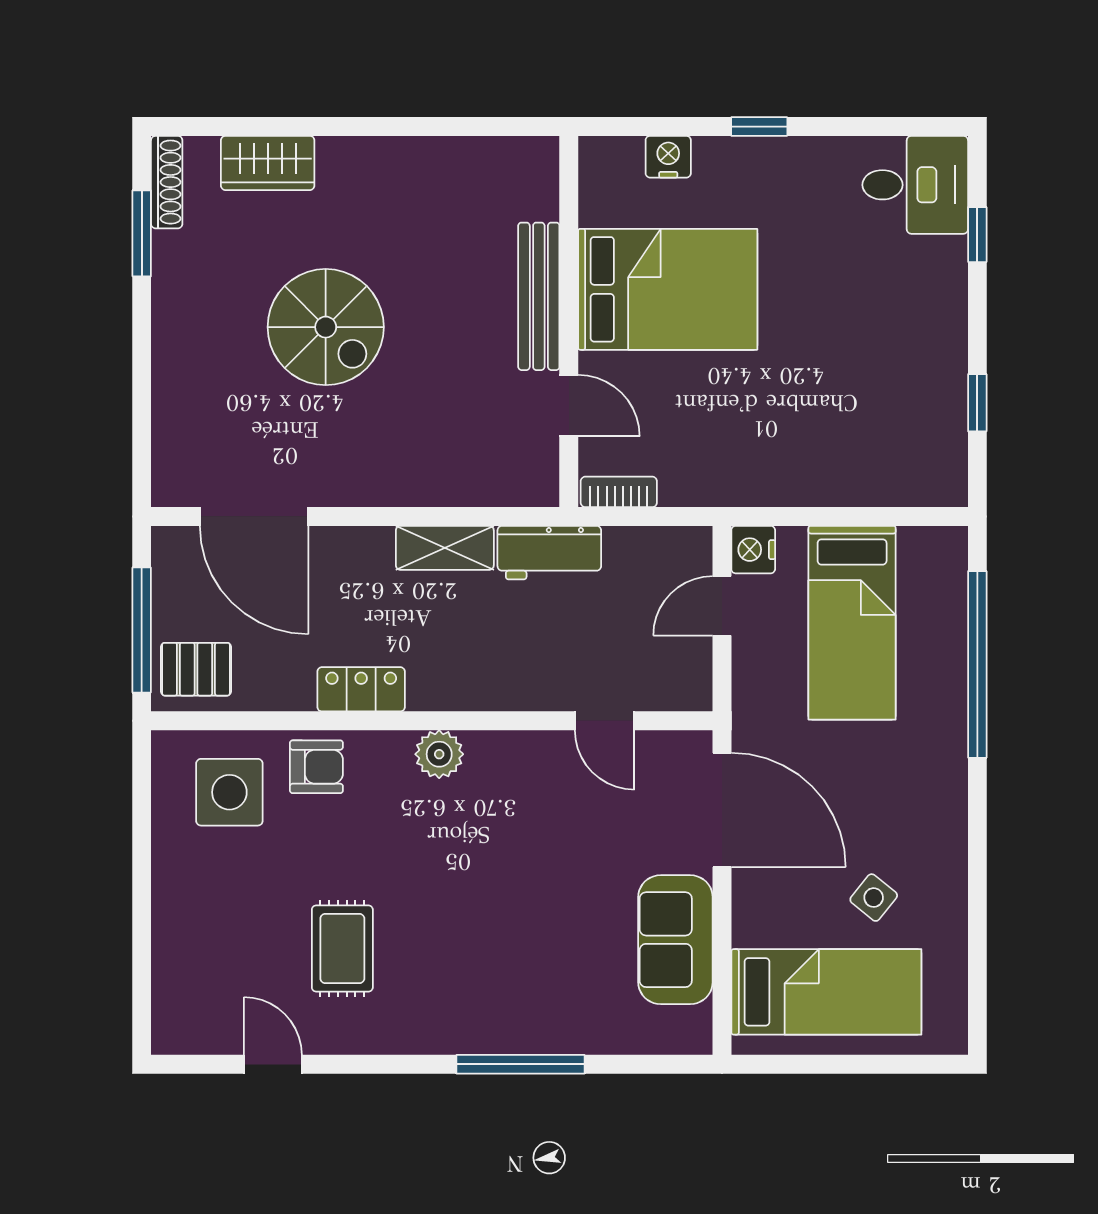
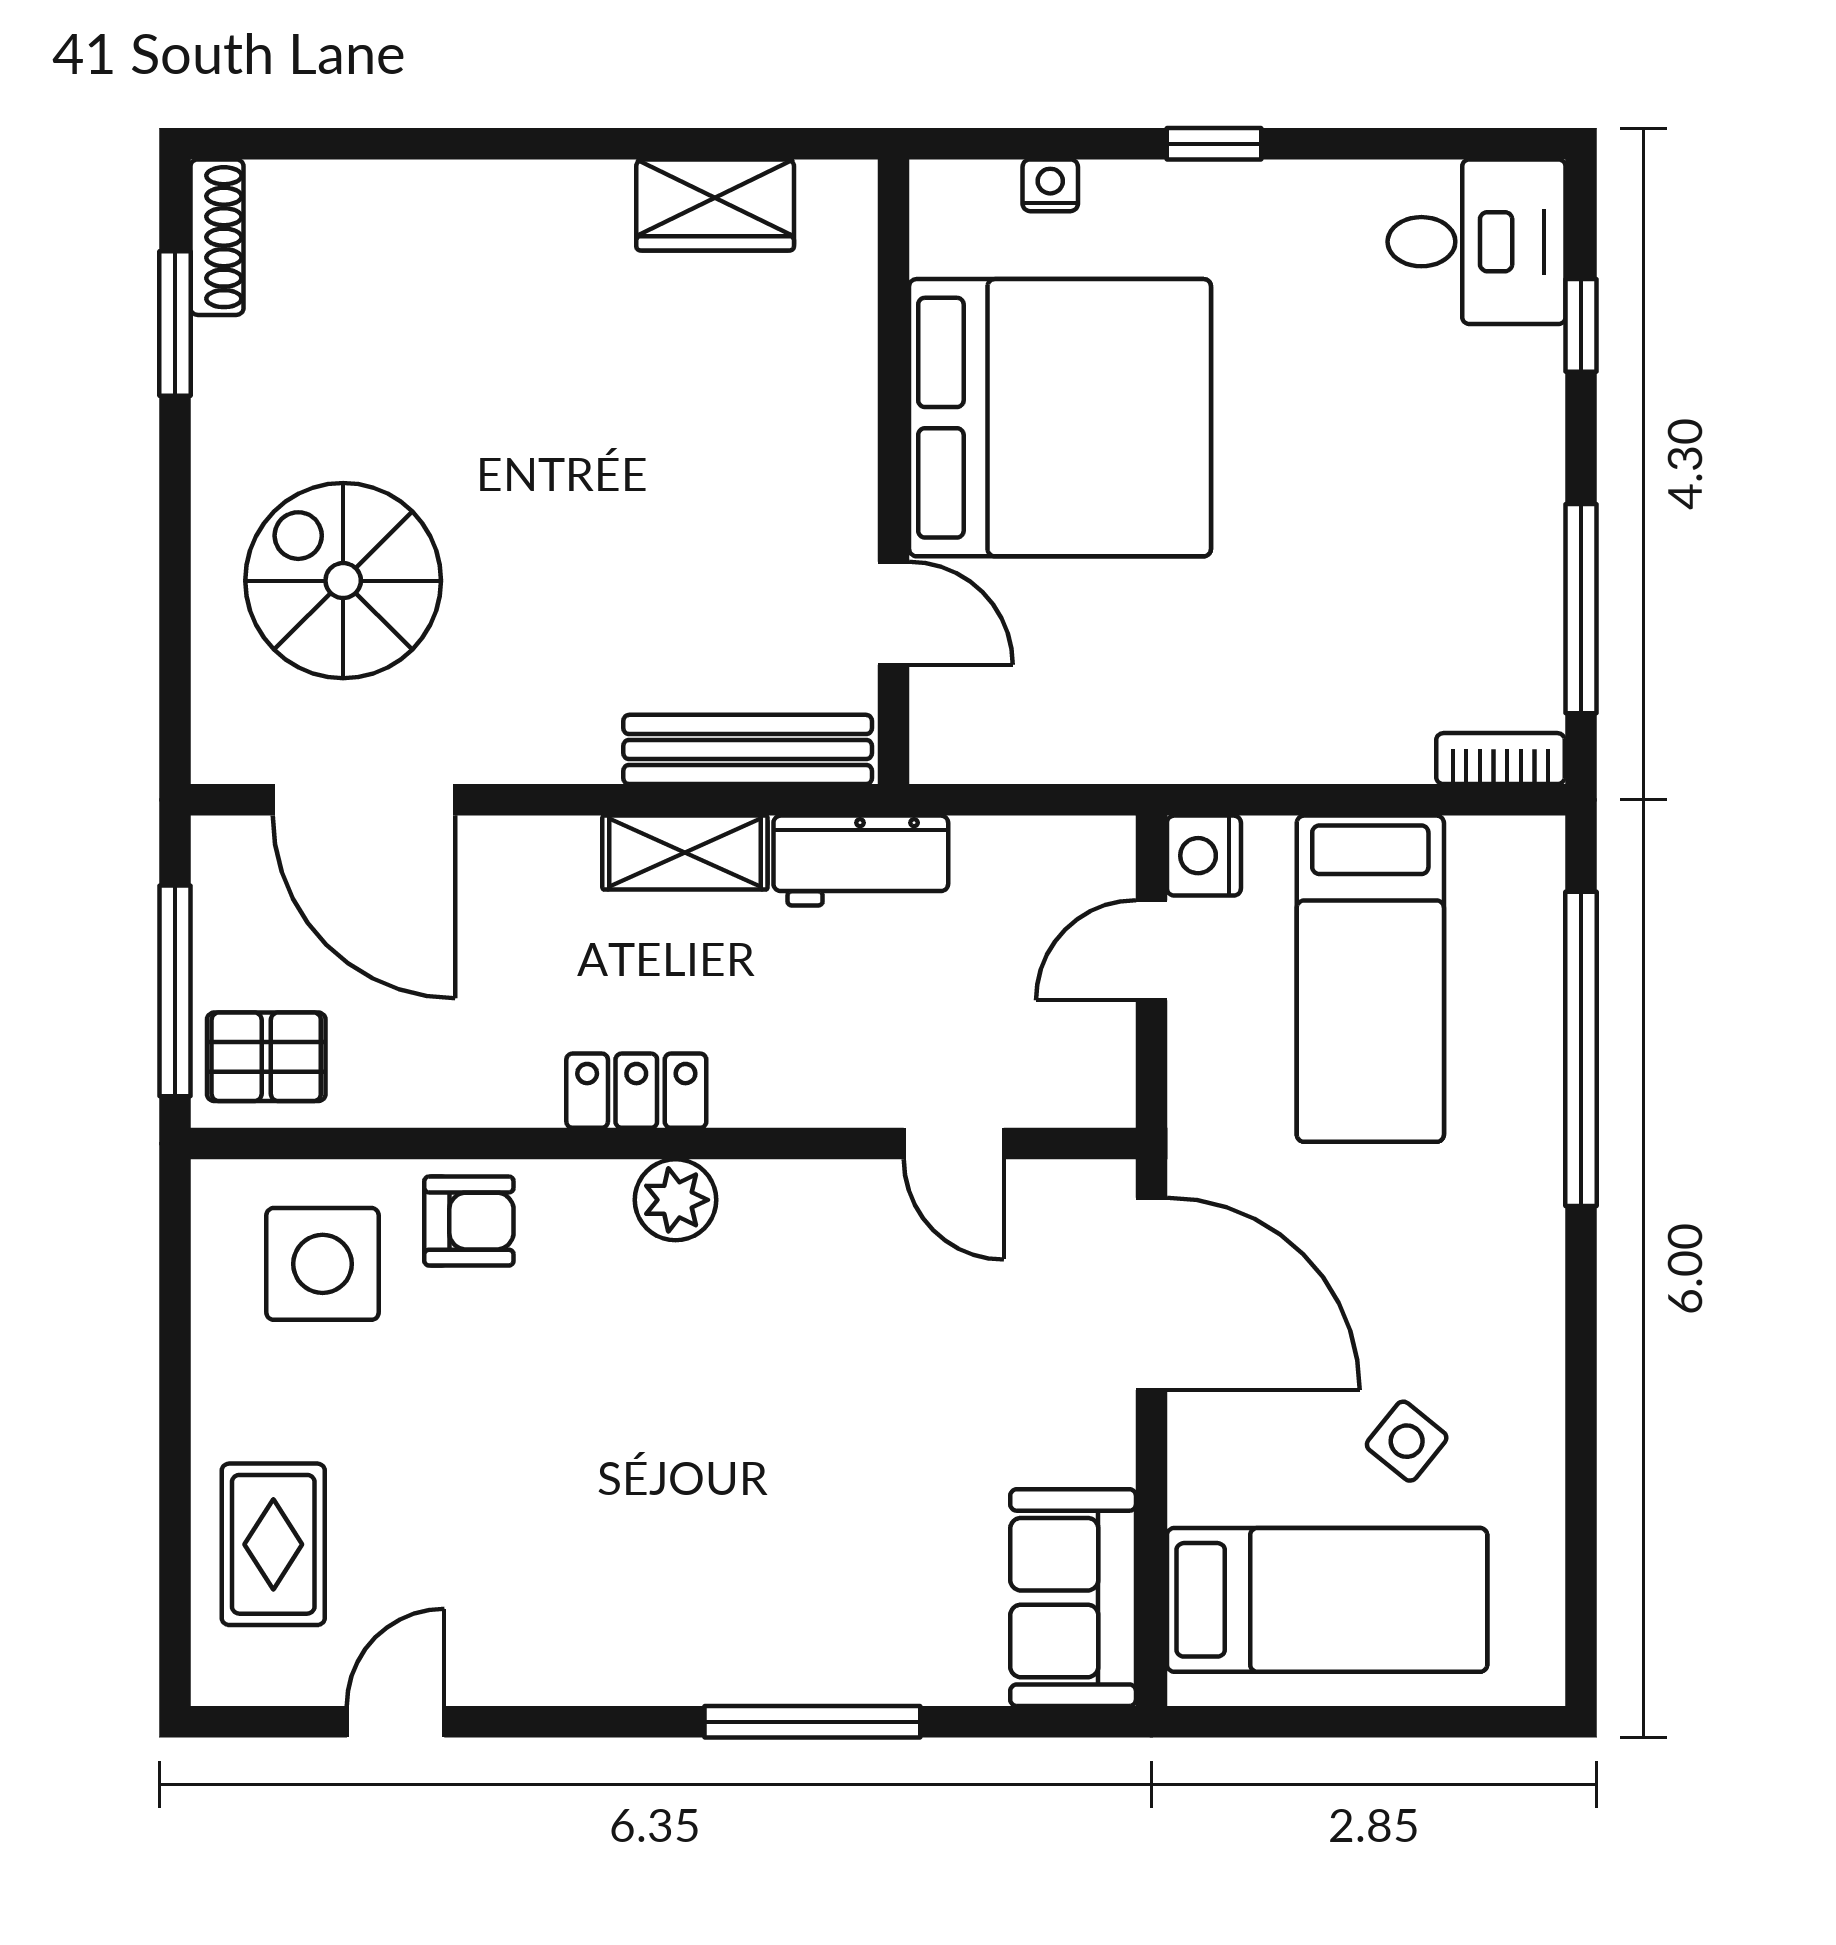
nightstand: (668, 157) -> (1050, 185), width x0.72, depth x0.74
wardrobe: (268, 163) -> (715, 205), moved
bed: (668, 289) -> (1060, 418), width x1.36
bench: (539, 296) -> (748, 749), moved, turned 90
spiral stairs: (326, 327) -> (343, 581), moved, turned 180
window: (977, 403) -> (1581, 609), width x2.17
bookcase: (619, 492) -> (1500, 759), moved
locker: (361, 689) -> (636, 1091), moved
sofa: (675, 940) -> (1073, 1598), moved
rug: (342, 948) -> (273, 1544), moved
door: (273, 1064) -> (396, 1722), hinge flipped

